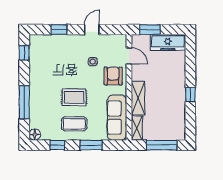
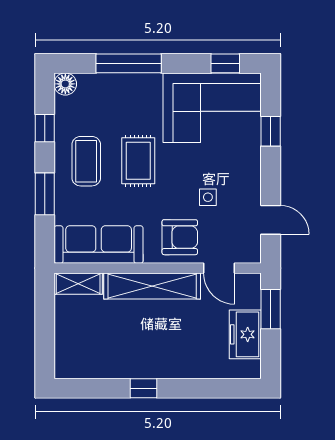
door: (92, 30) -> (271, 220), moved
freezer: (168, 42) -> (245, 334), width x0.71
door: (129, 56) -> (219, 268), hinge flipped
corner sofa: (47, 59) -> (212, 108), added
shelving: (138, 98) -> (152, 286), width x1.47
window: (162, 145) -> (45, 332), removed

